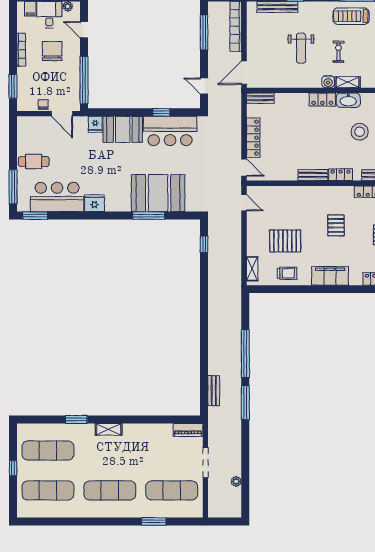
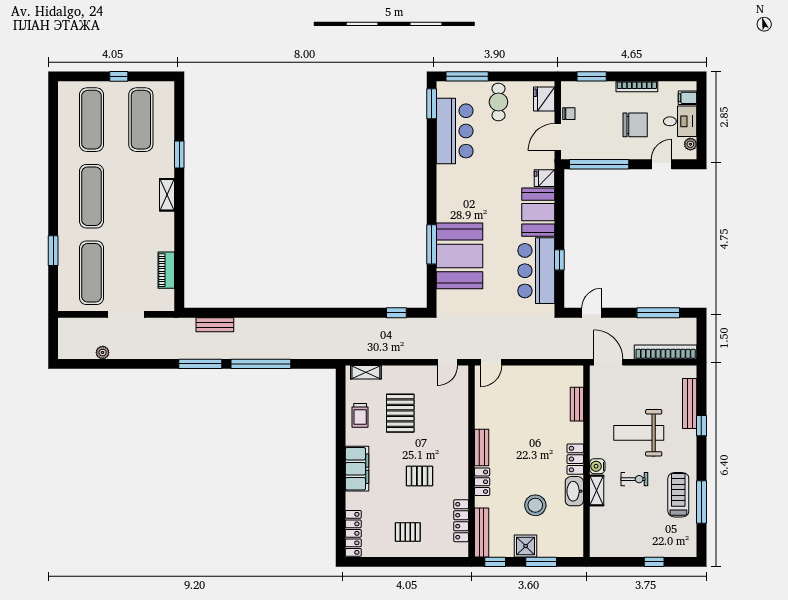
weight bench: (301, 48) -> (639, 433), width x1.36, depth x1.33
bench: (260, 98) -> (577, 404), moved
locker: (253, 138) -> (528, 374), removed
fridge: (94, 203) -> (544, 99), moved, turned 180
piano: (188, 430) -> (166, 270), moved

